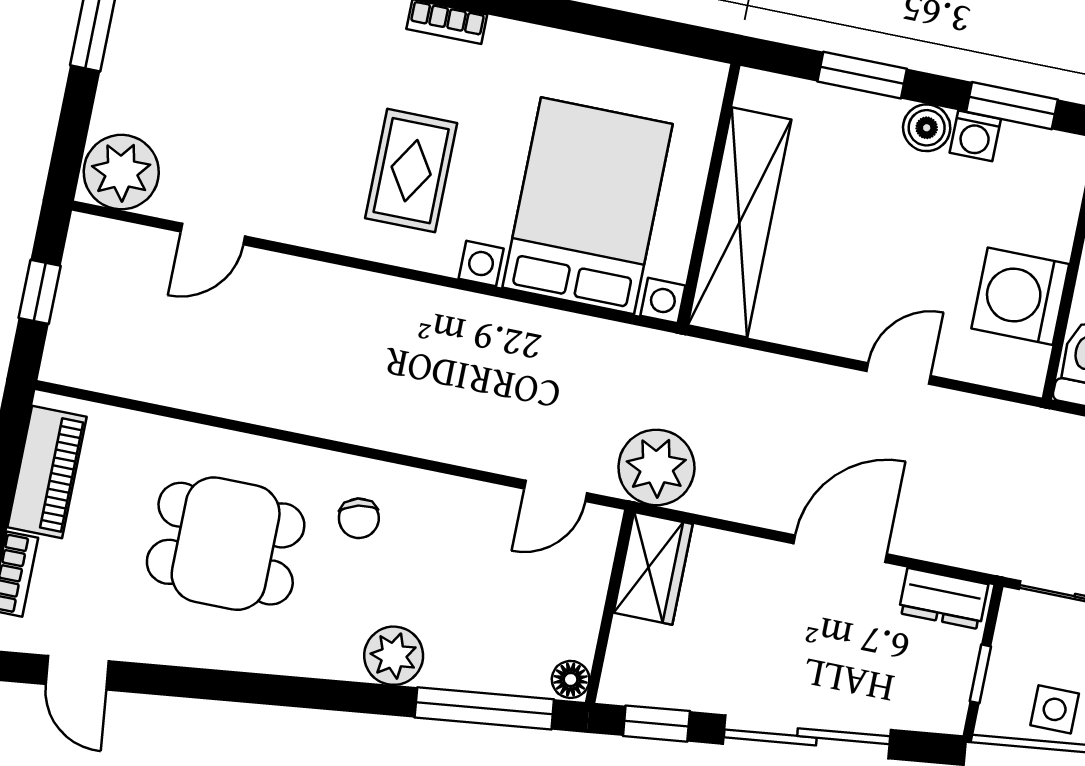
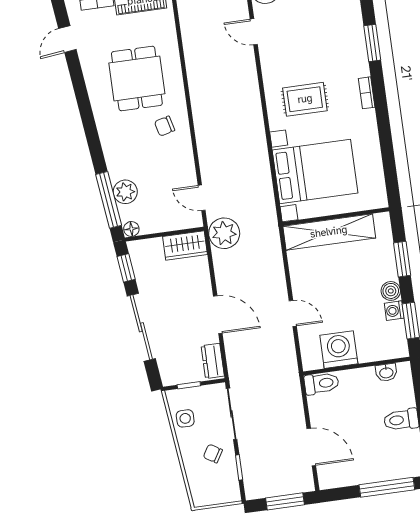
plant: (394, 656) -> (125, 192), moved

